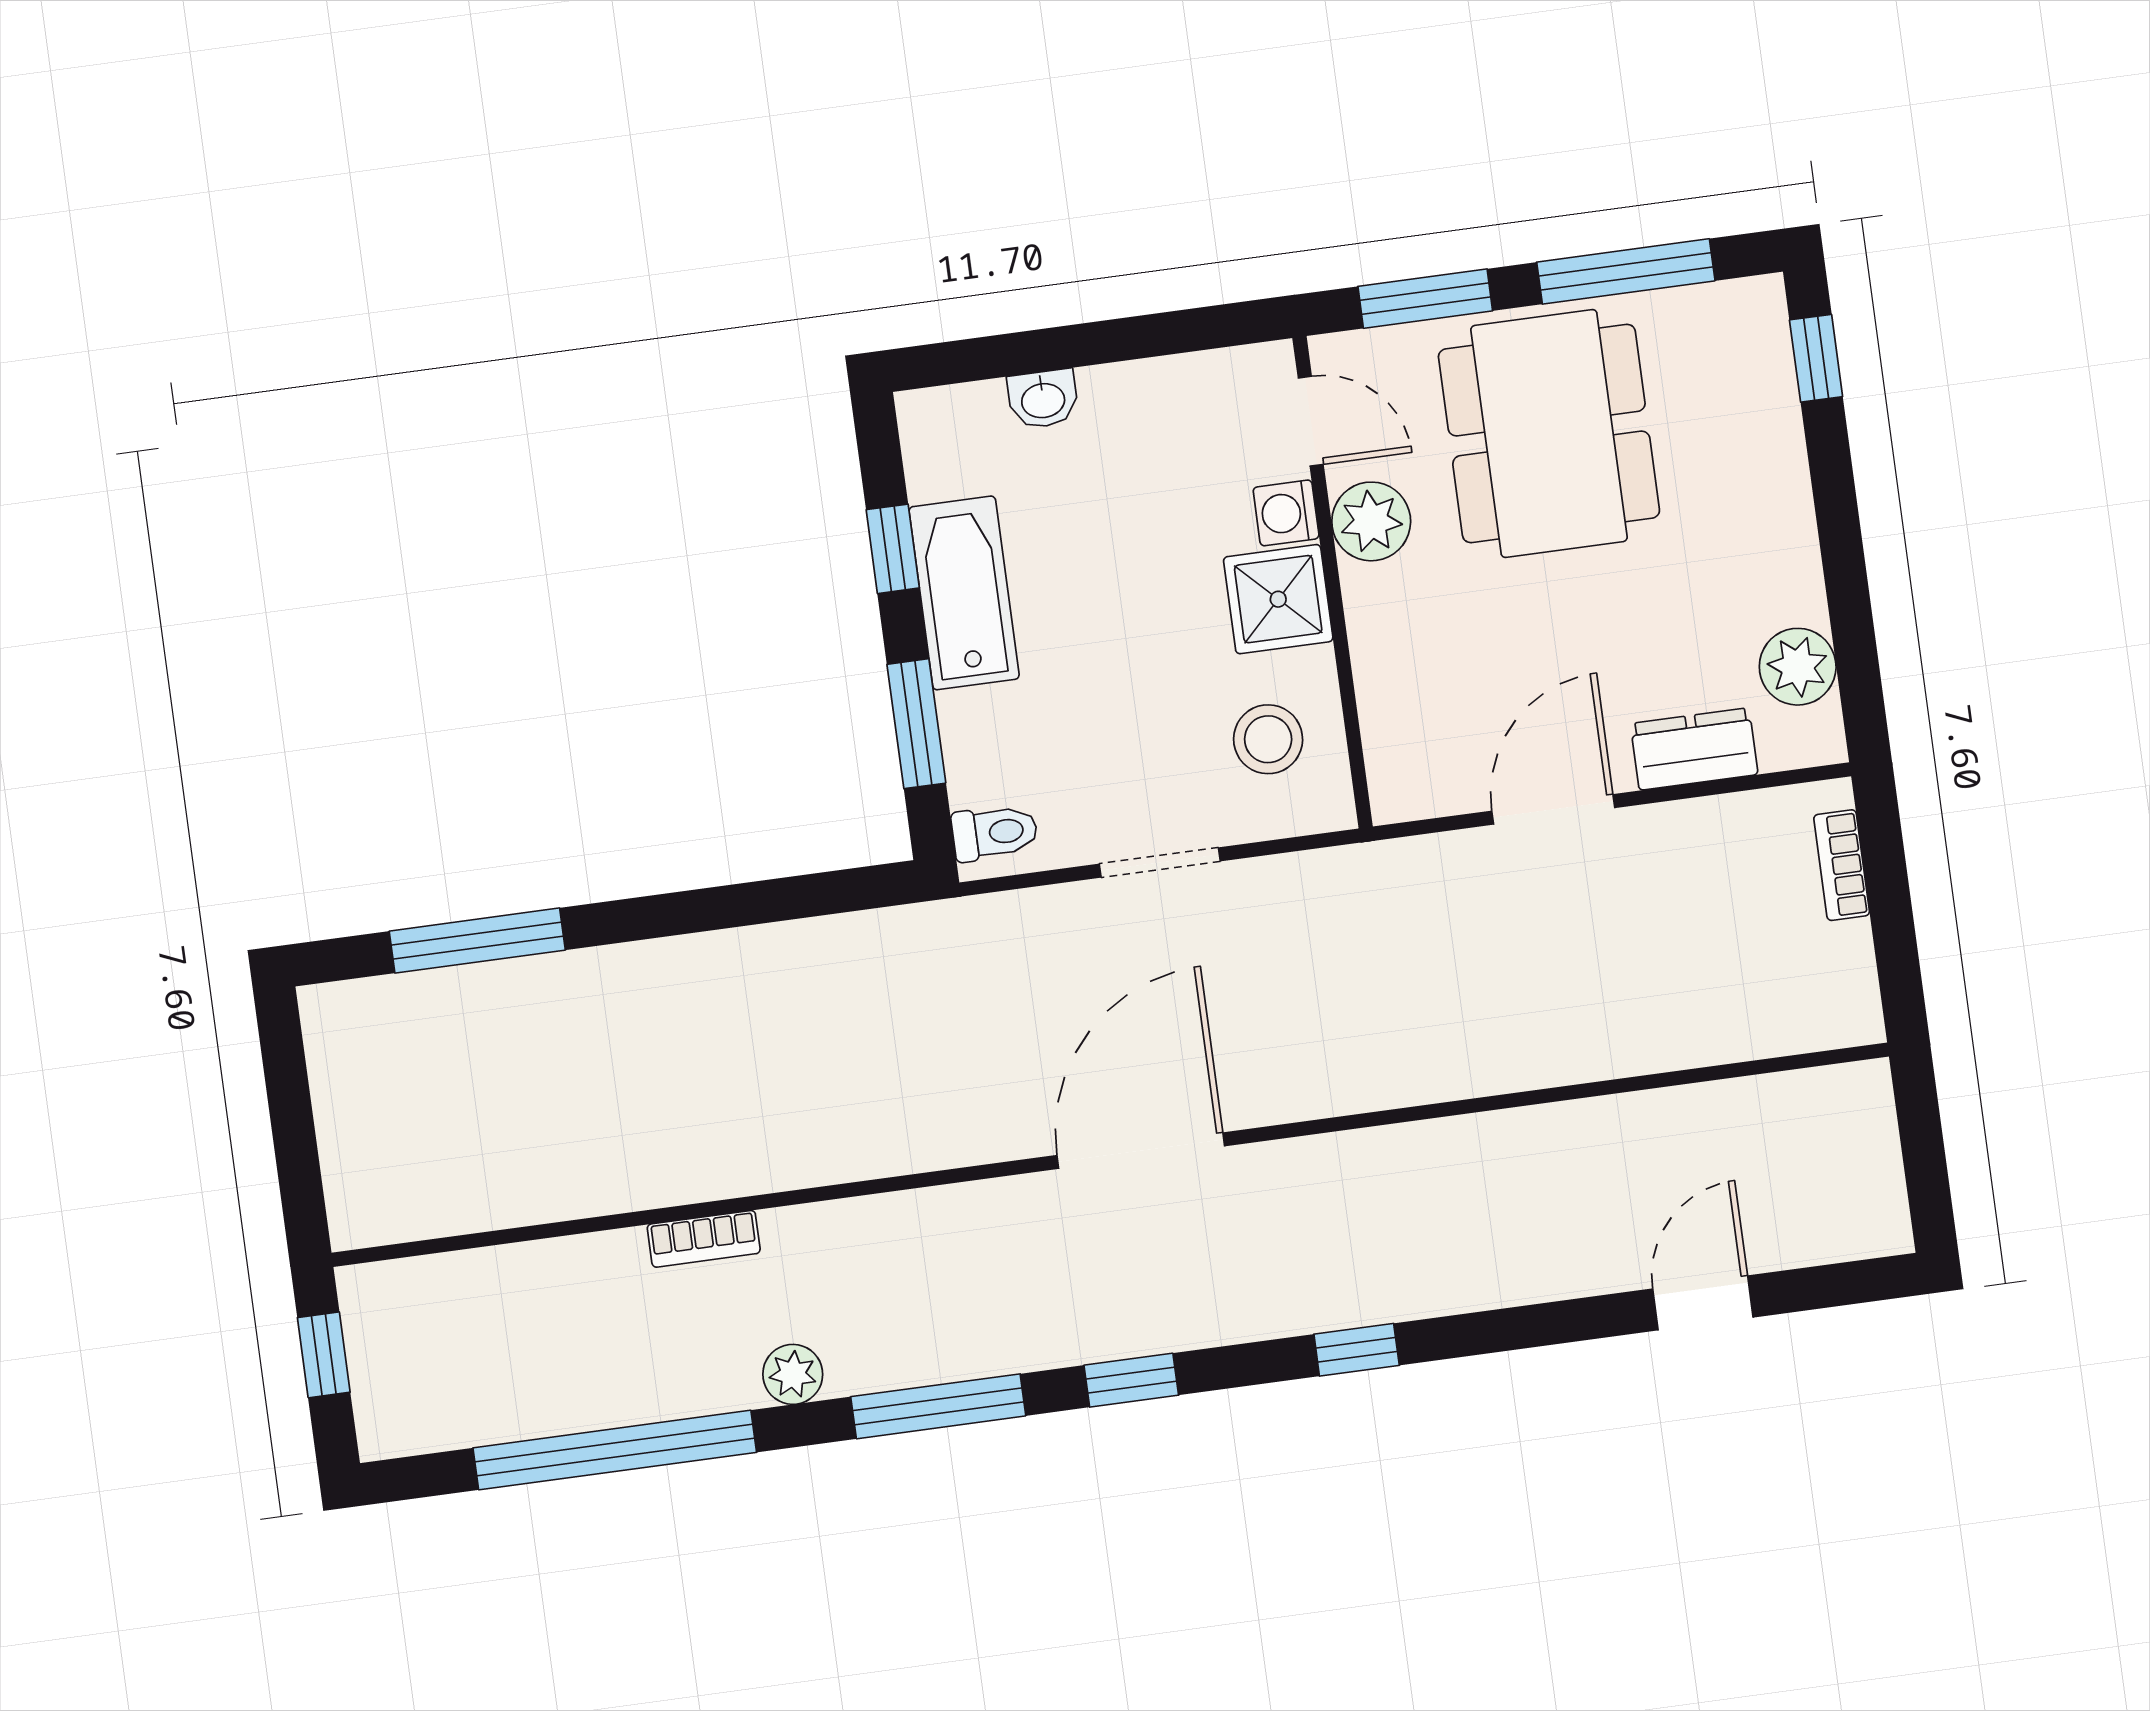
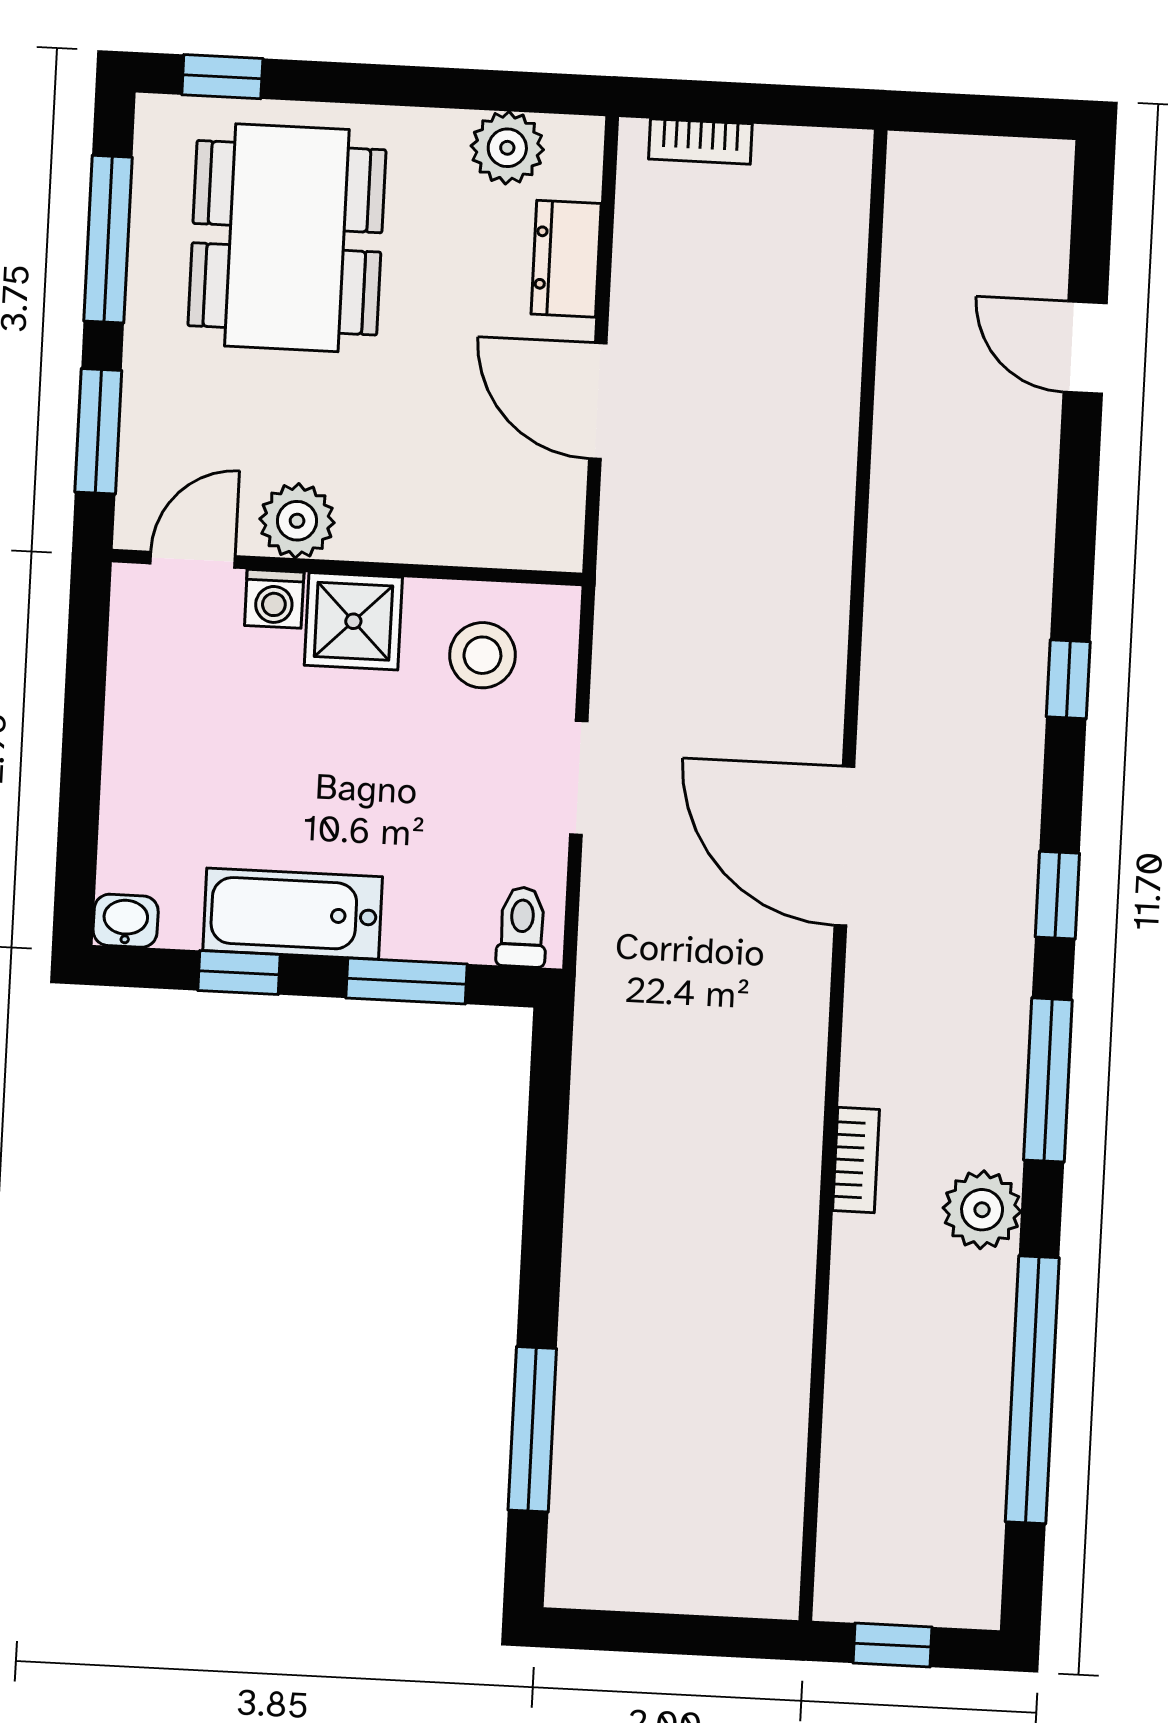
washbasin: (1043, 399) -> (126, 921), moved, turned -90
dining table: (1549, 434) -> (287, 238), moved, turned 90
bookcase: (704, 1239) -> (856, 1160), moved
plant: (793, 1374) -> (982, 1210), width x1.38, depth x1.38

